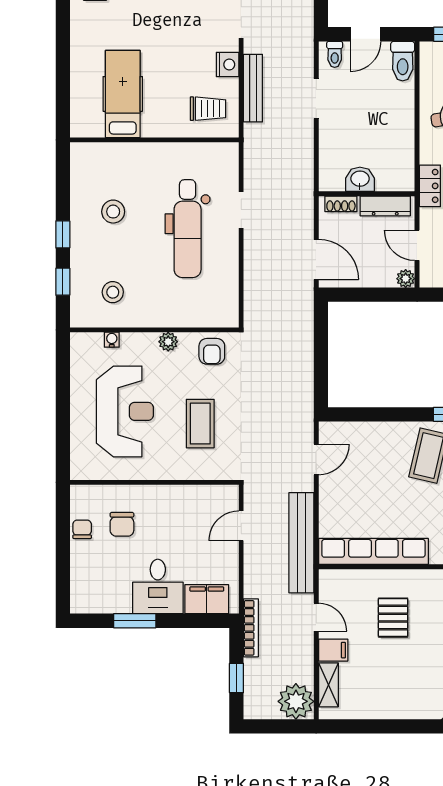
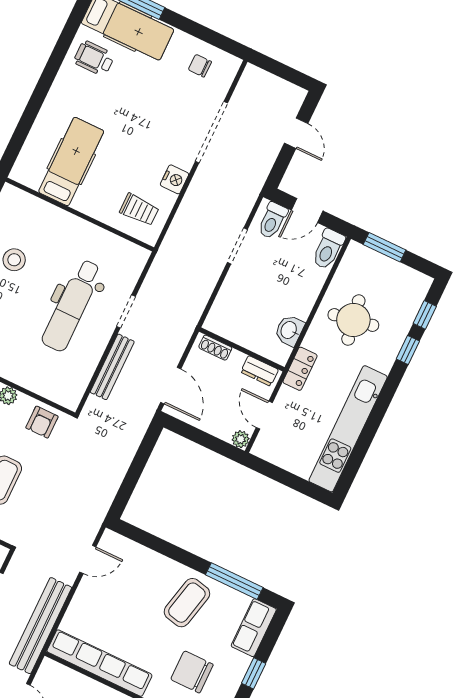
toilet: (335, 54) -> (272, 221), width x1.37, depth x1.39
bench: (253, 88) -> (112, 367), moved
washbasin: (360, 179) -> (289, 330), moved, turned -90
dresser: (385, 206) -> (260, 371), width x0.70

